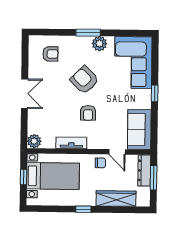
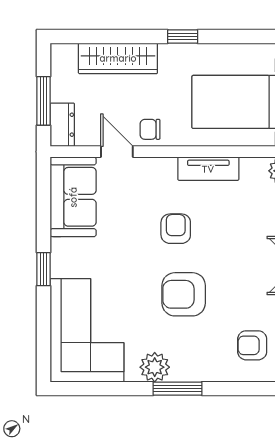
armchair: (84, 80) -> (184, 294), turned 135
dresser: (144, 170) -> (62, 125), width x0.70

